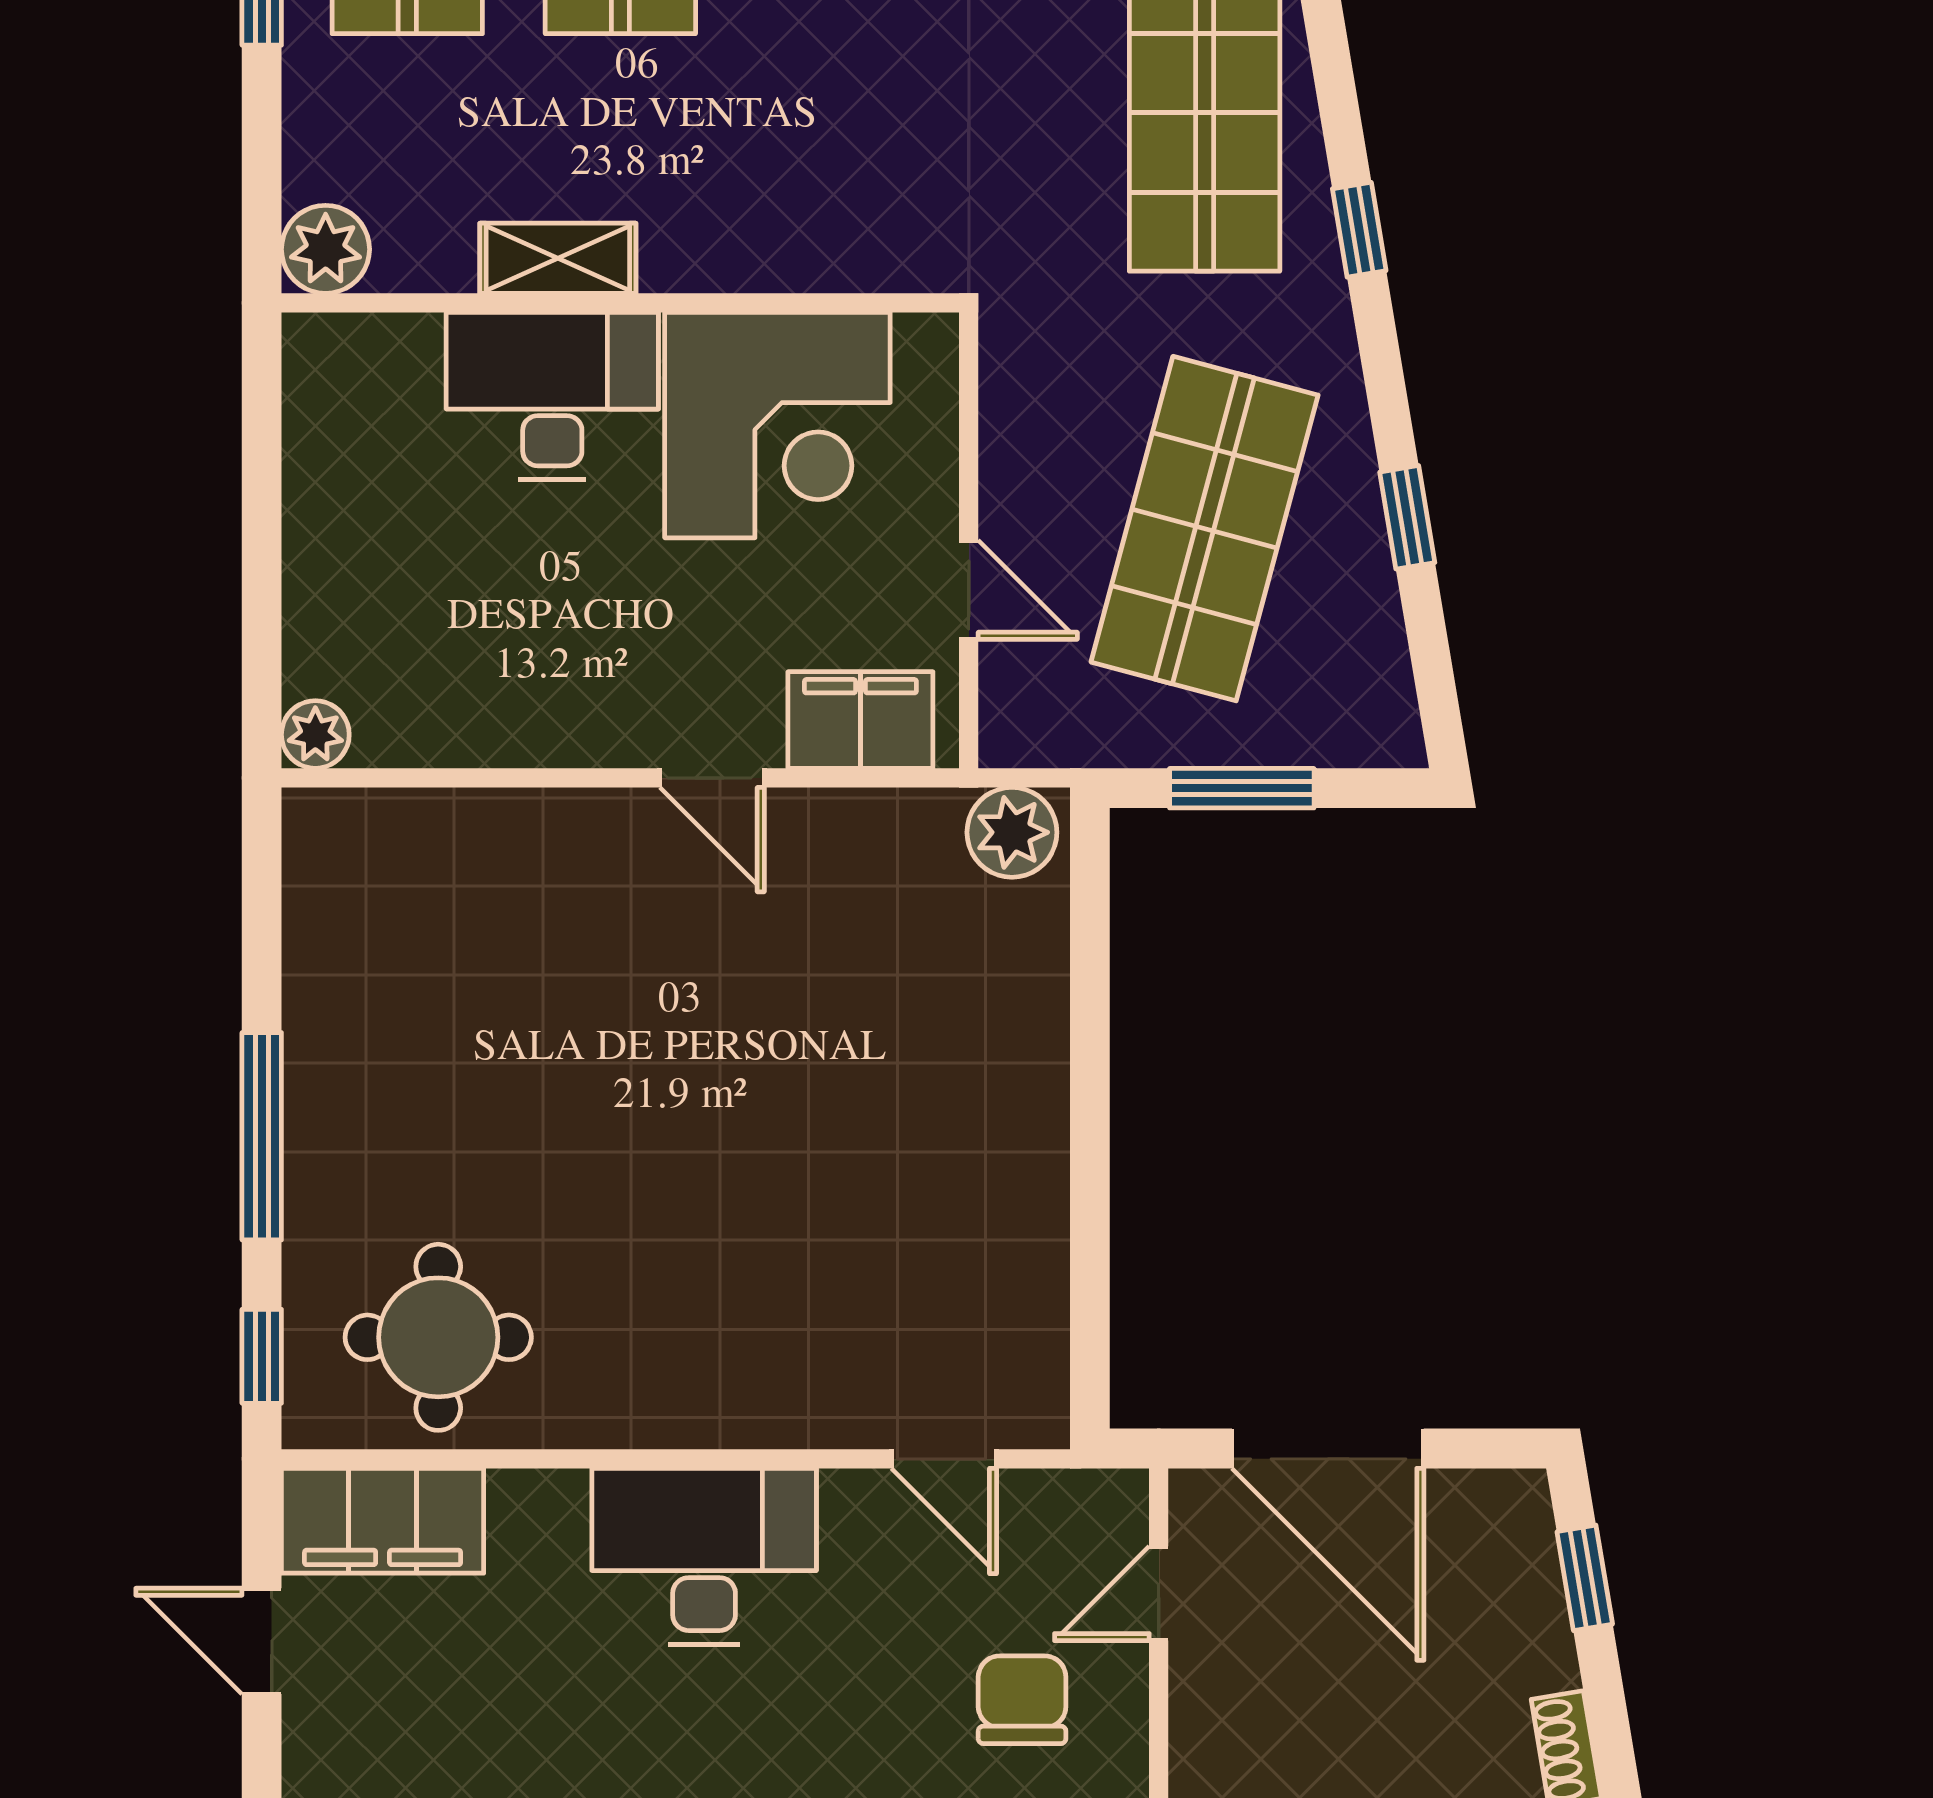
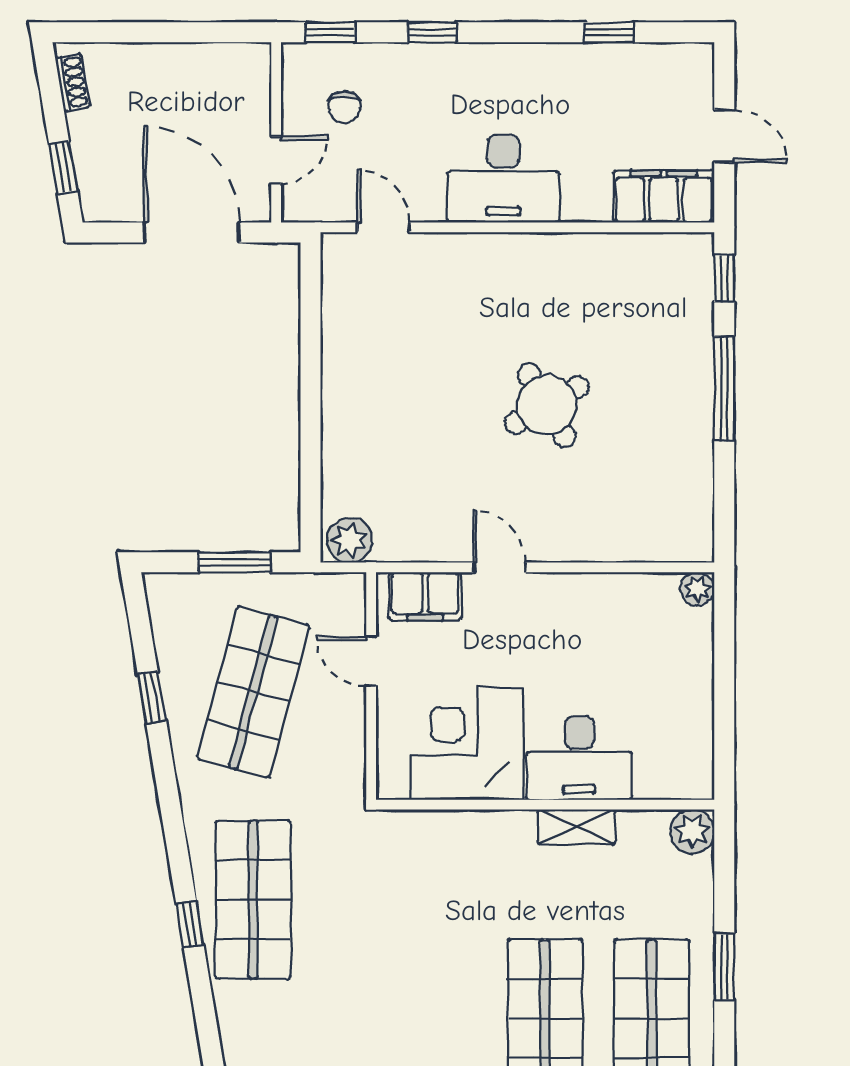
window: (1359, 230) -> (190, 924), moved
round table: (438, 1337) -> (547, 405), moved, turned -30
chair: (1022, 1700) -> (344, 107), width x0.73, depth x0.73

